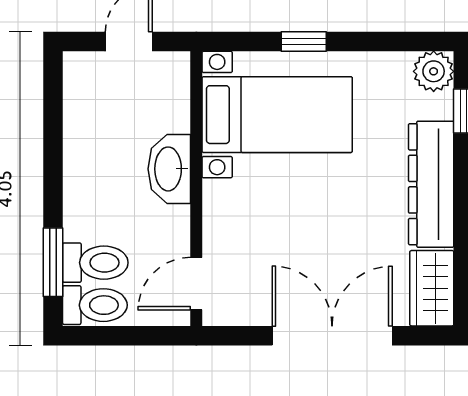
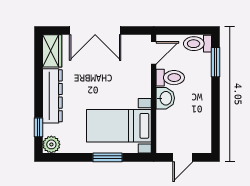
window: (304, 41) -> (107, 157), width x1.50
washbasin: (169, 169) -> (165, 98), width x0.72
toilet: (95, 263) -> (170, 78), moved, turned 180

